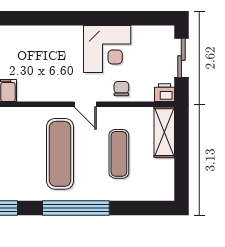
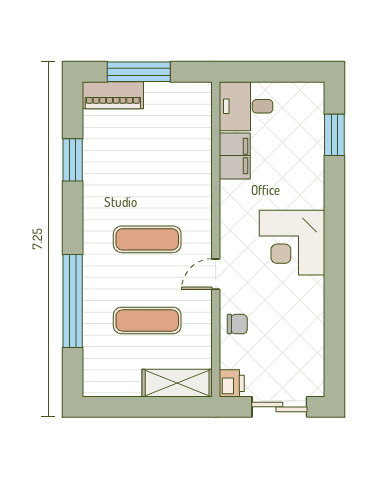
corner desk: (107, 49) -> (292, 243), moved
exercise mat: (60, 154) -> (147, 239), width x0.73, depth x0.69
window: (76, 208) -> (73, 301), moved

